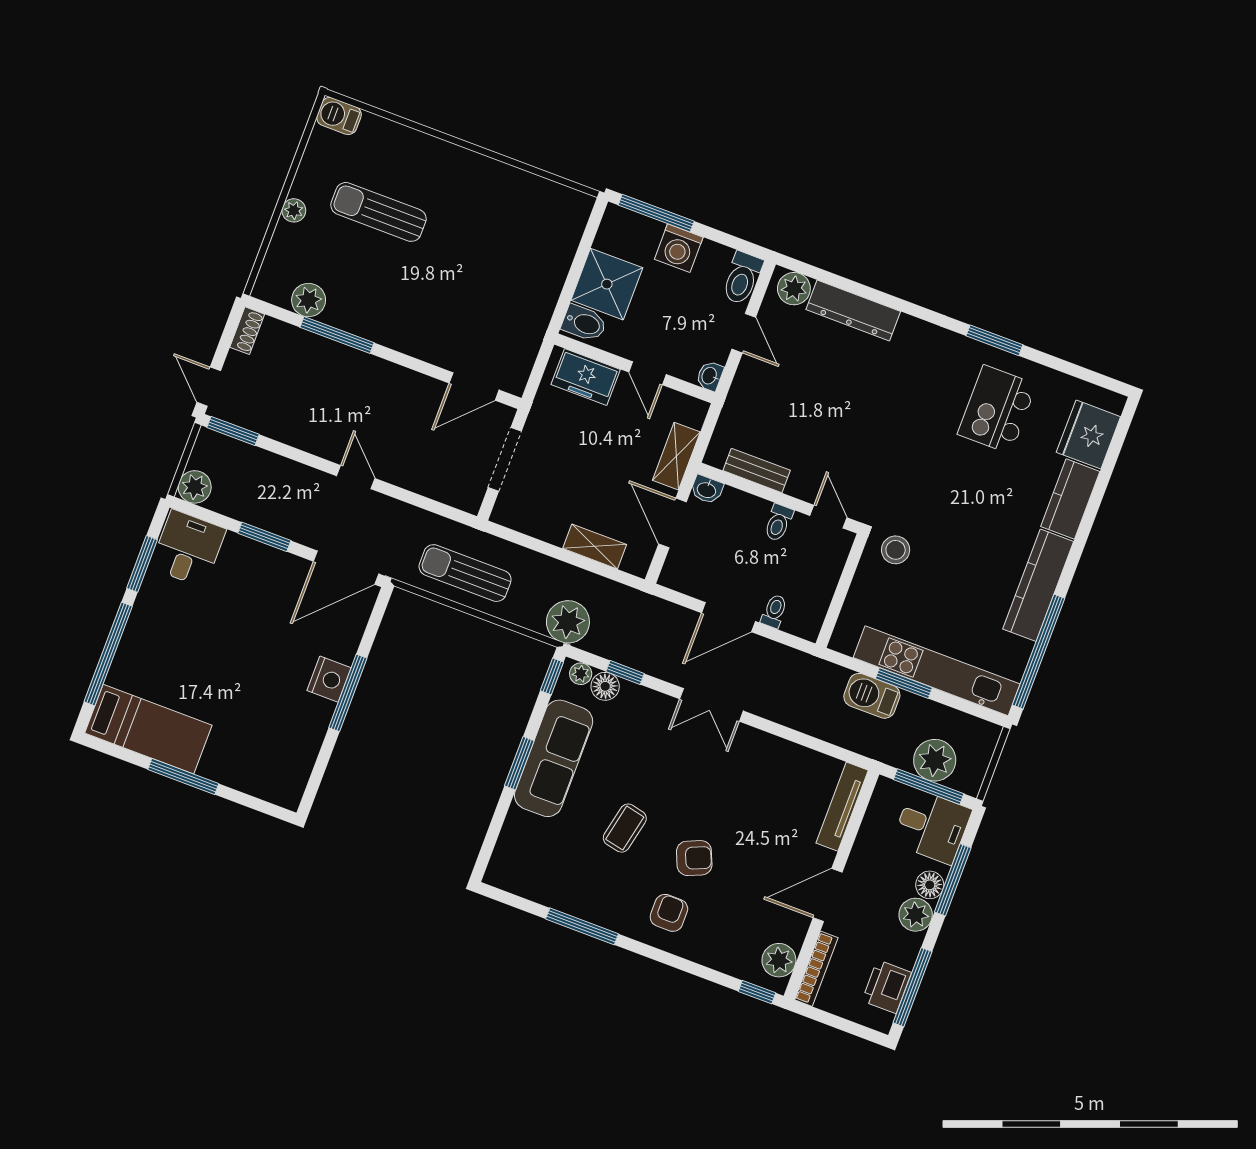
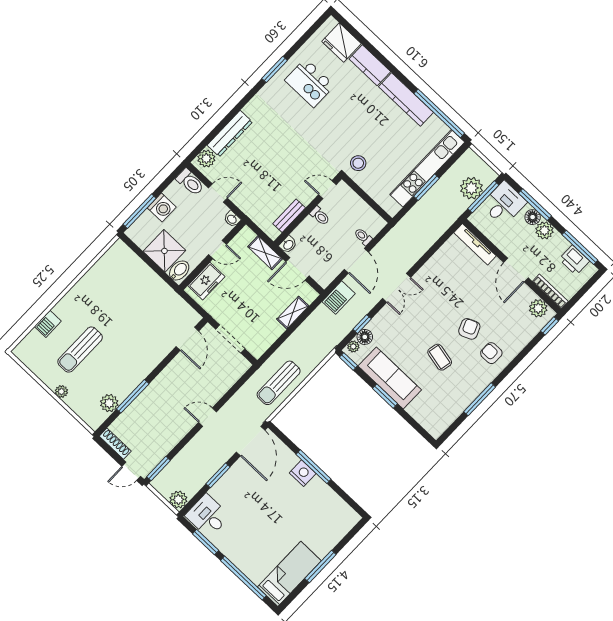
barbecue: (339, 116) -> (48, 324), moved
shoe rack: (247, 331) -> (115, 444), width x1.43
plant: (568, 622) -> (325, 342), removed
barbecue: (872, 696) -> (339, 298), moved

